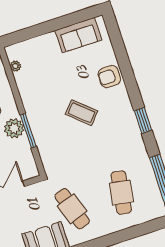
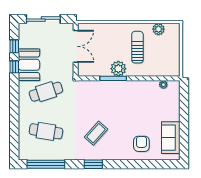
armchair: (109, 77) -> (141, 144), moved
coffee table: (82, 113) -> (96, 133), moved

